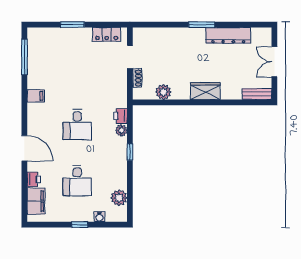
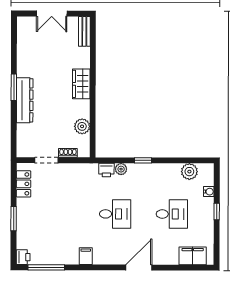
dresser: (228, 35) -> (25, 100), moved
printer: (34, 179) -> (23, 257), moved, turned 90

